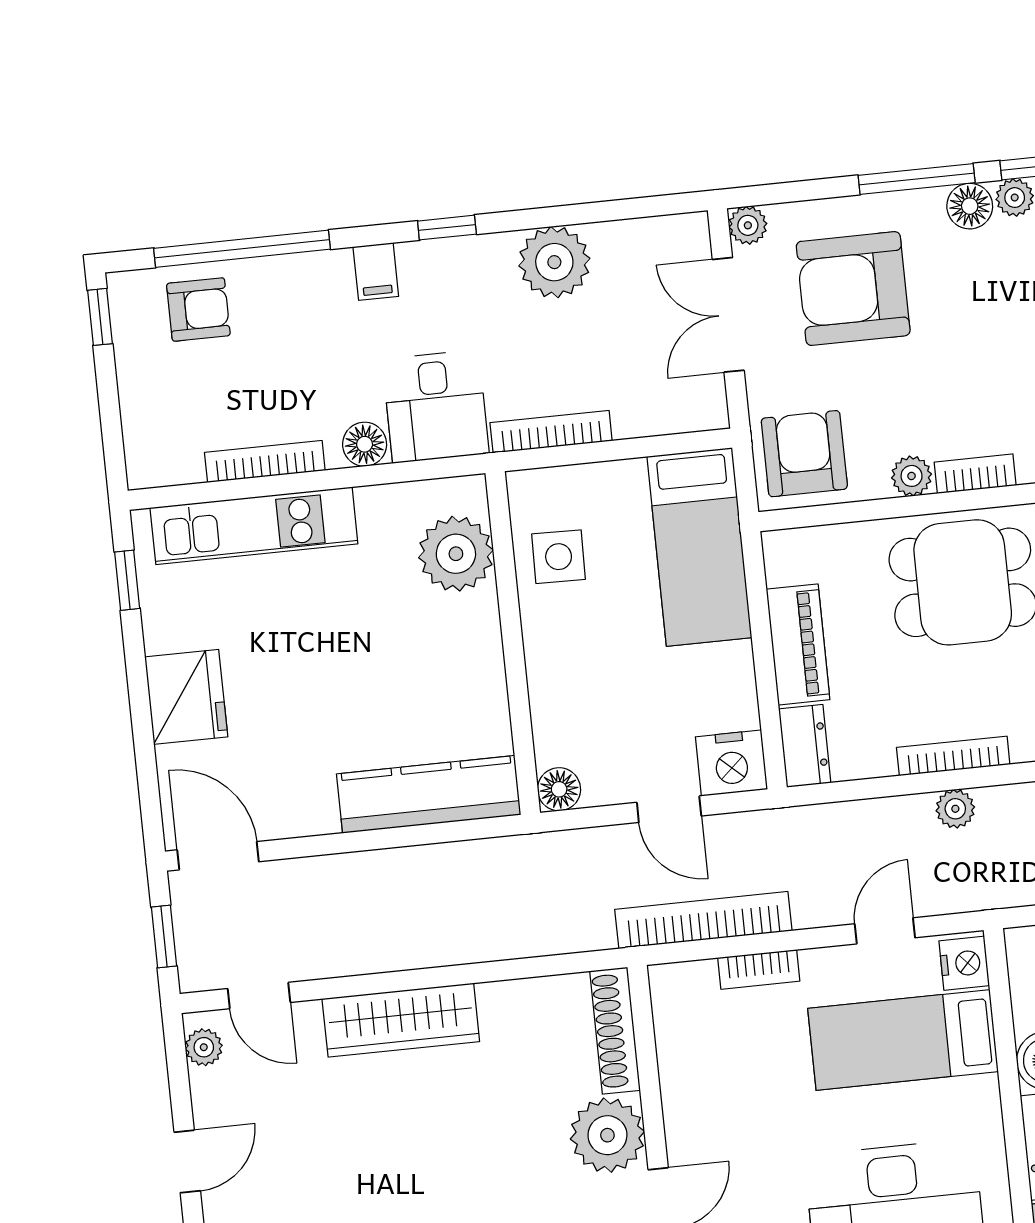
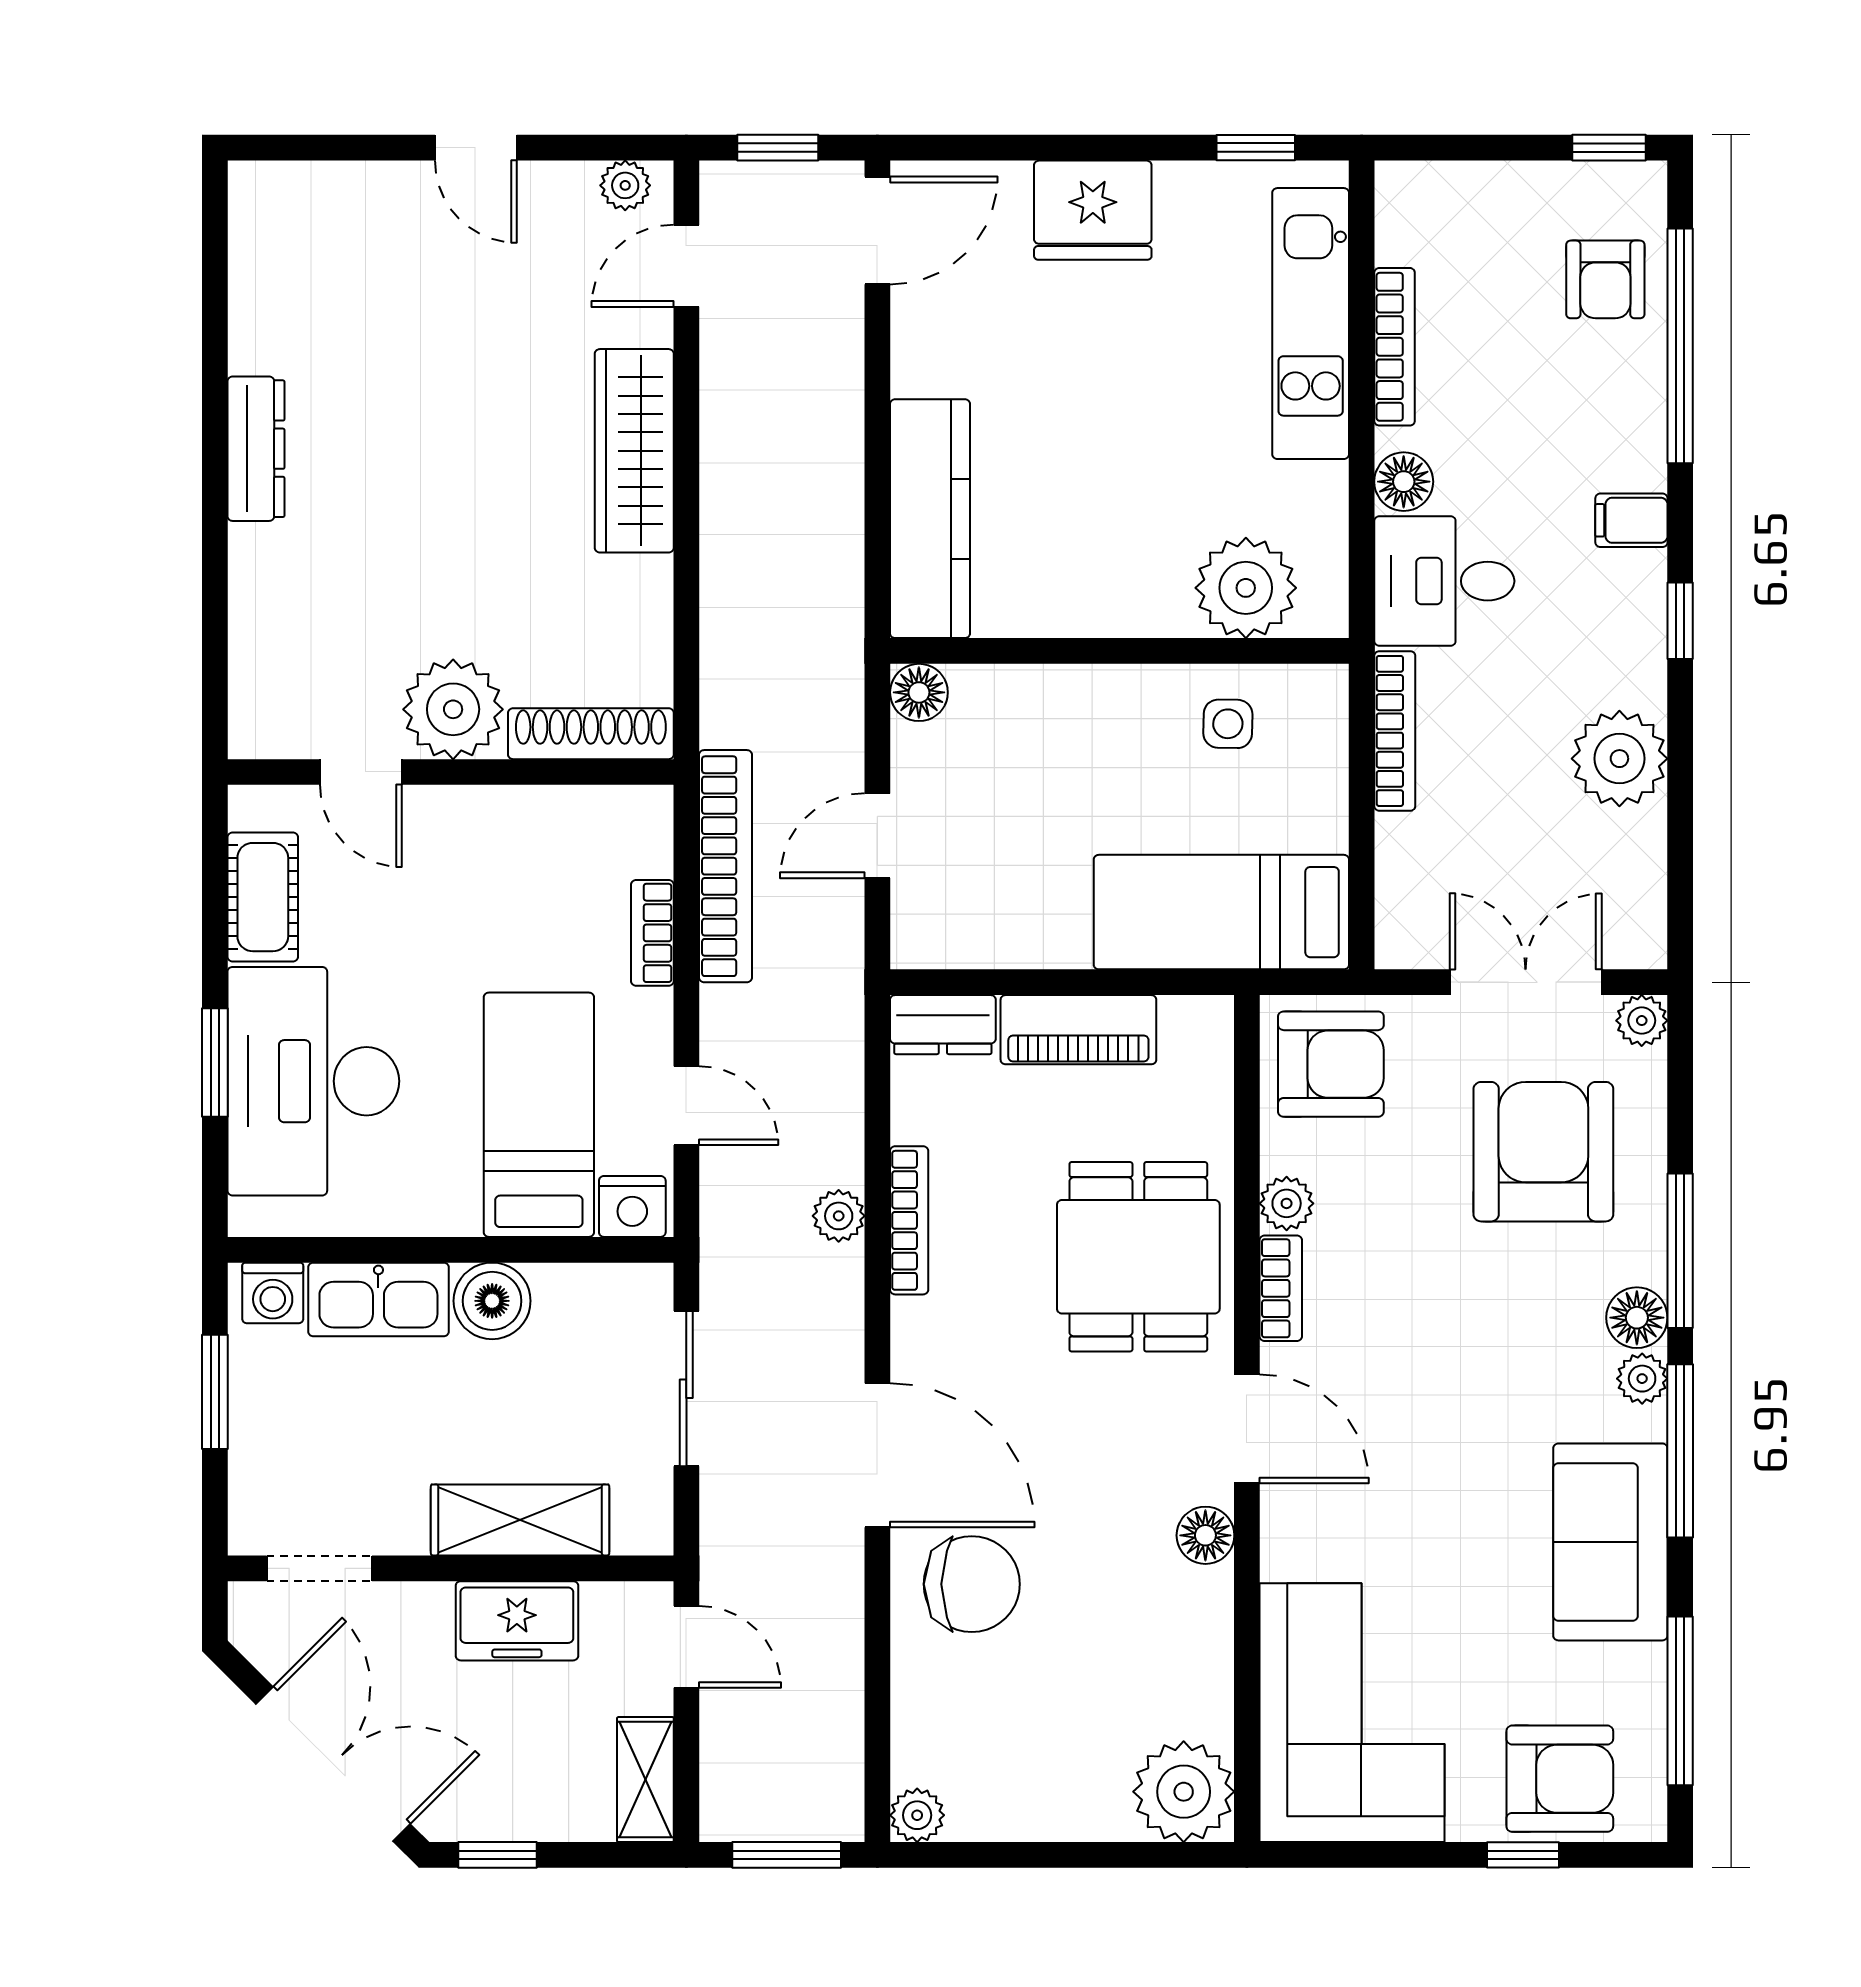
side table: (559, 557) -> (1228, 724), width x0.73, depth x0.73
nightstand: (731, 763) -> (930, 925), removed

